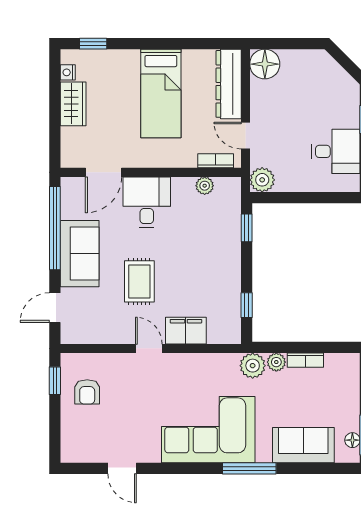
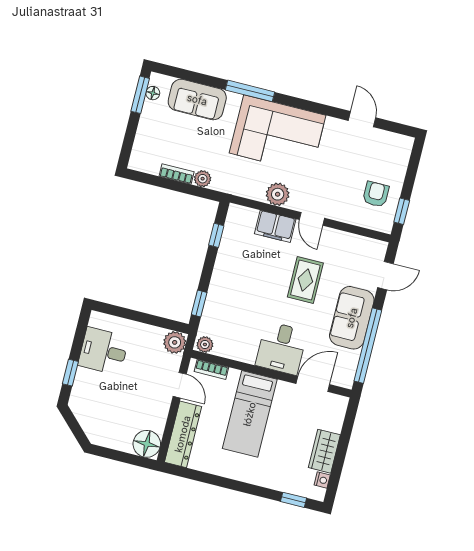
bed: (161, 93) -> (250, 414), moved, turned 180
plant: (205, 186) -> (205, 344), moved
plant: (253, 366) -> (278, 194), moved

